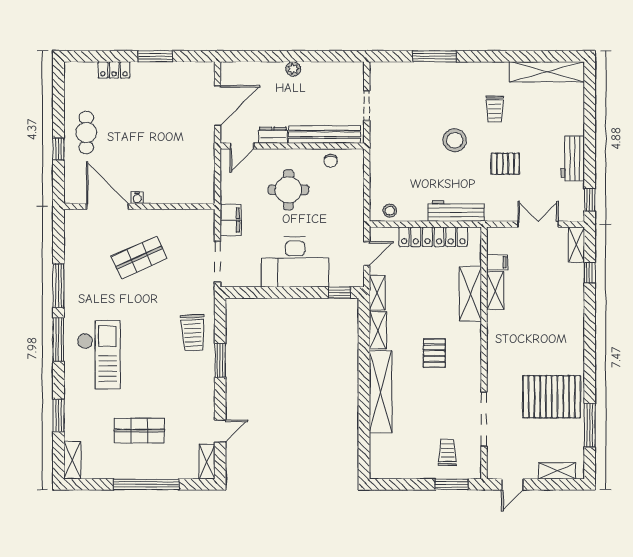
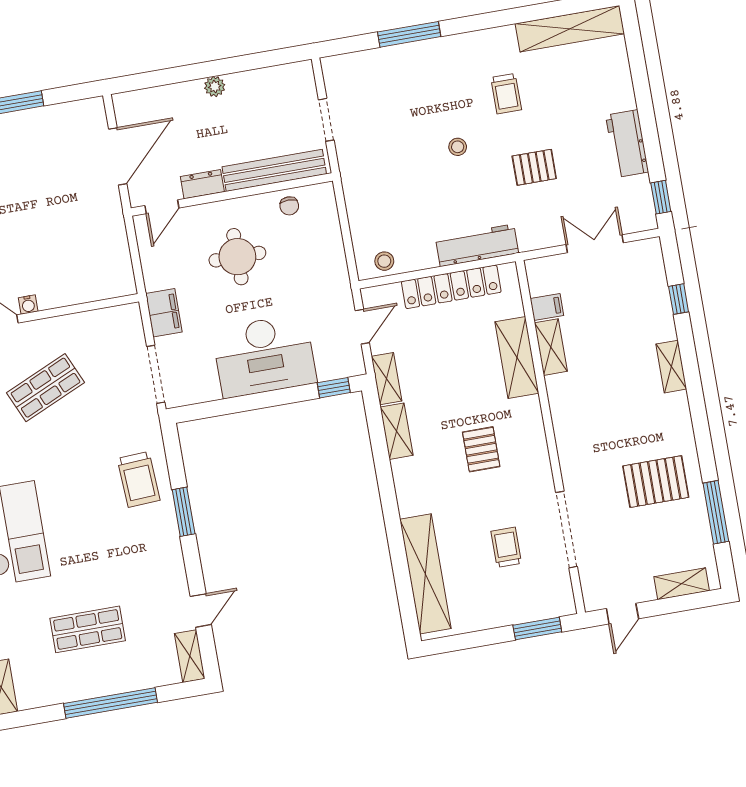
stool: (455, 140) -> (458, 147), width x0.53, depth x0.53
shelving: (576, 244) -> (671, 367), moved
shelving: (381, 392) -> (425, 574), moved
pallet: (552, 397) -> (656, 482), width x0.73, depth x0.71
trolley: (447, 452) -> (506, 547), moved

